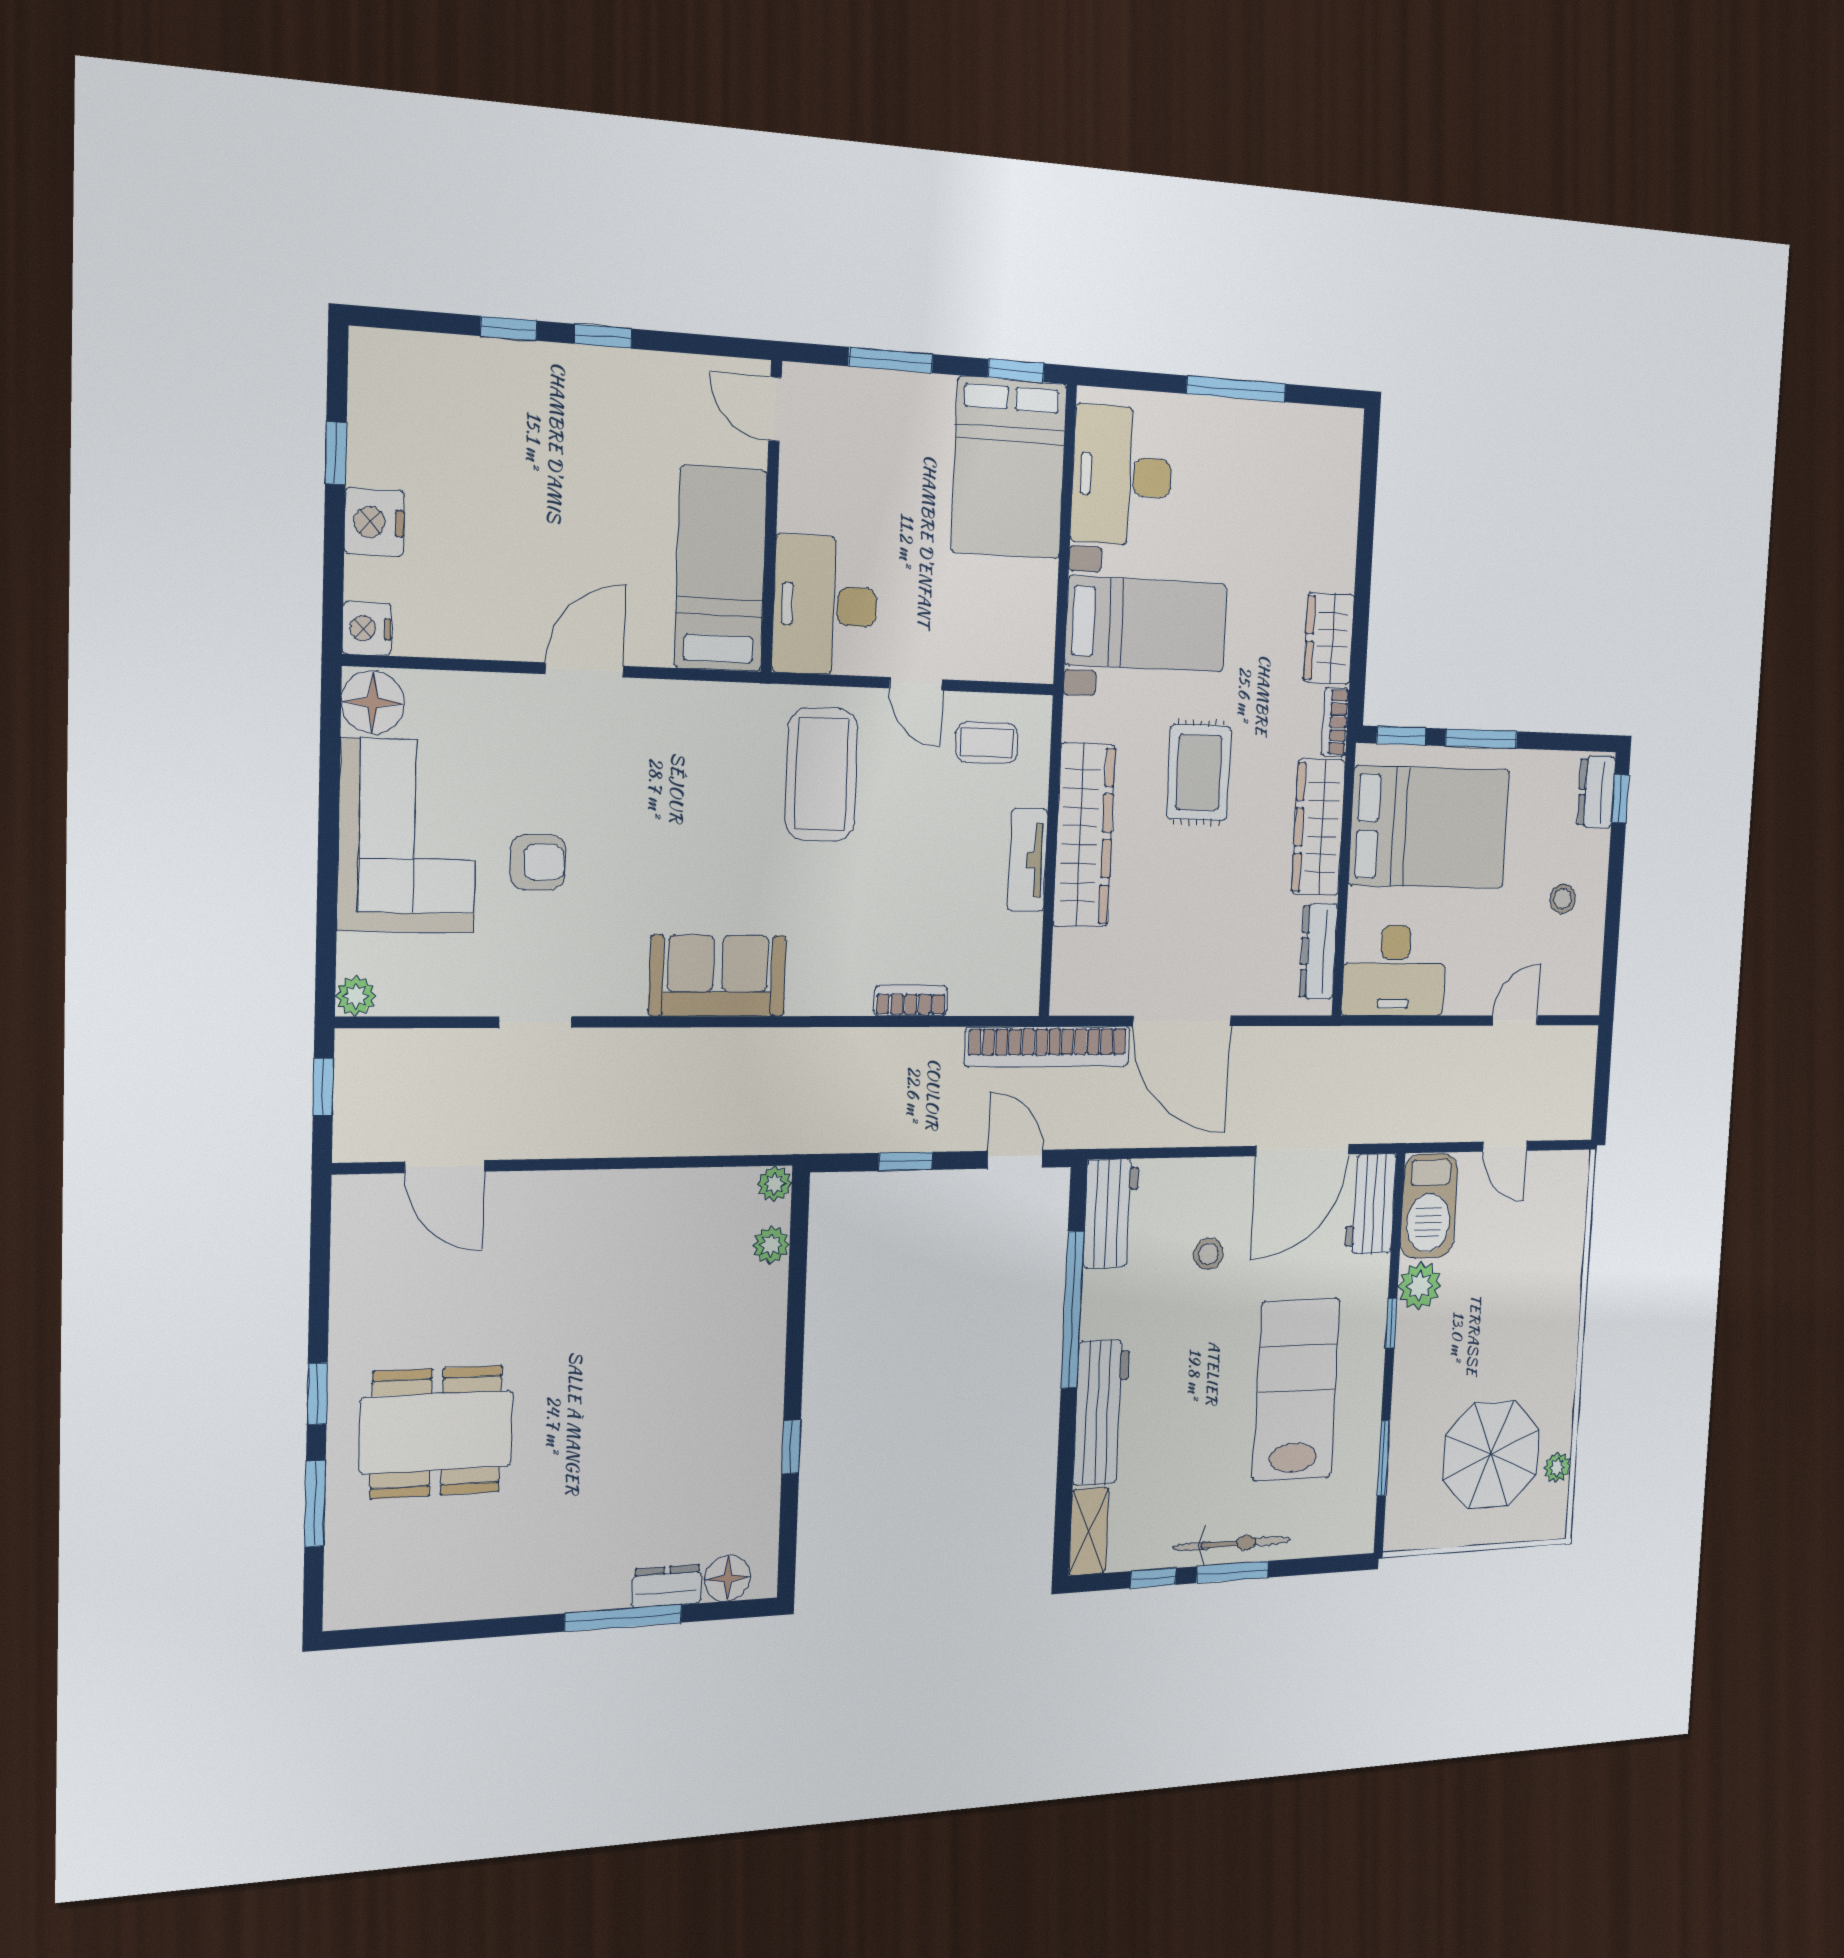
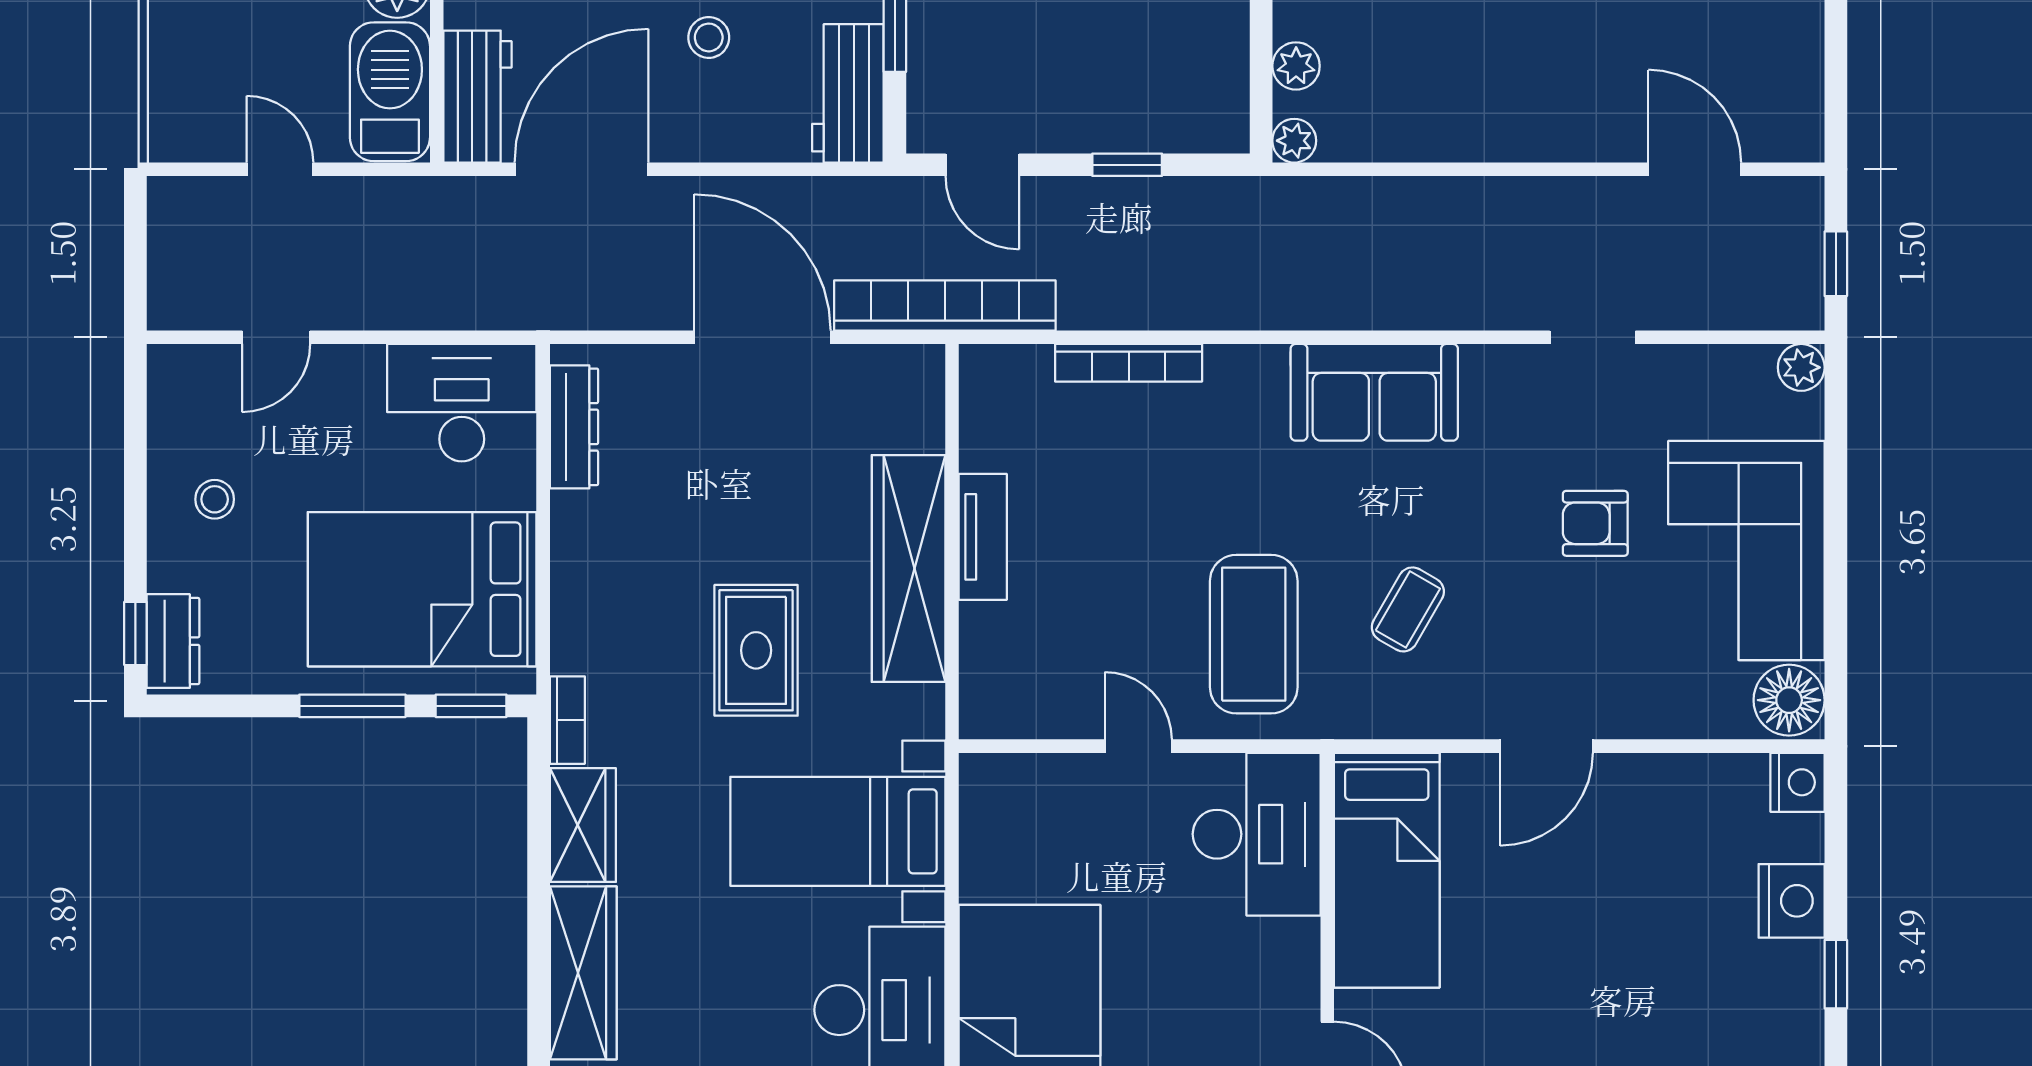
coffee table: (987, 743) -> (1408, 609), moved, turned -60
wardrobe: (1319, 827) -> (583, 973), moved
bookcase: (911, 1001) -> (1129, 363), width x1.56

